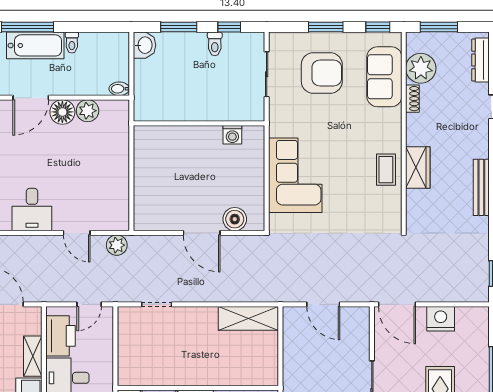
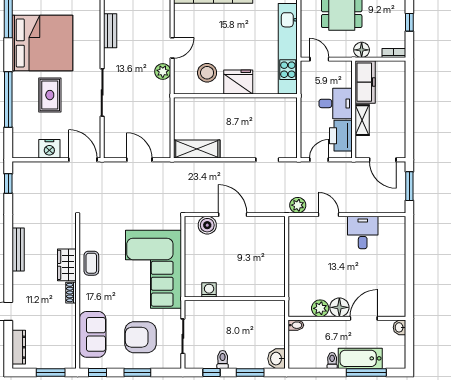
plant: (421, 68) -> (65, 341), removed
shoe rack: (412, 99) -> (71, 293), moved
corner sofa: (295, 175) -> (154, 269), width x1.36, depth x1.36

